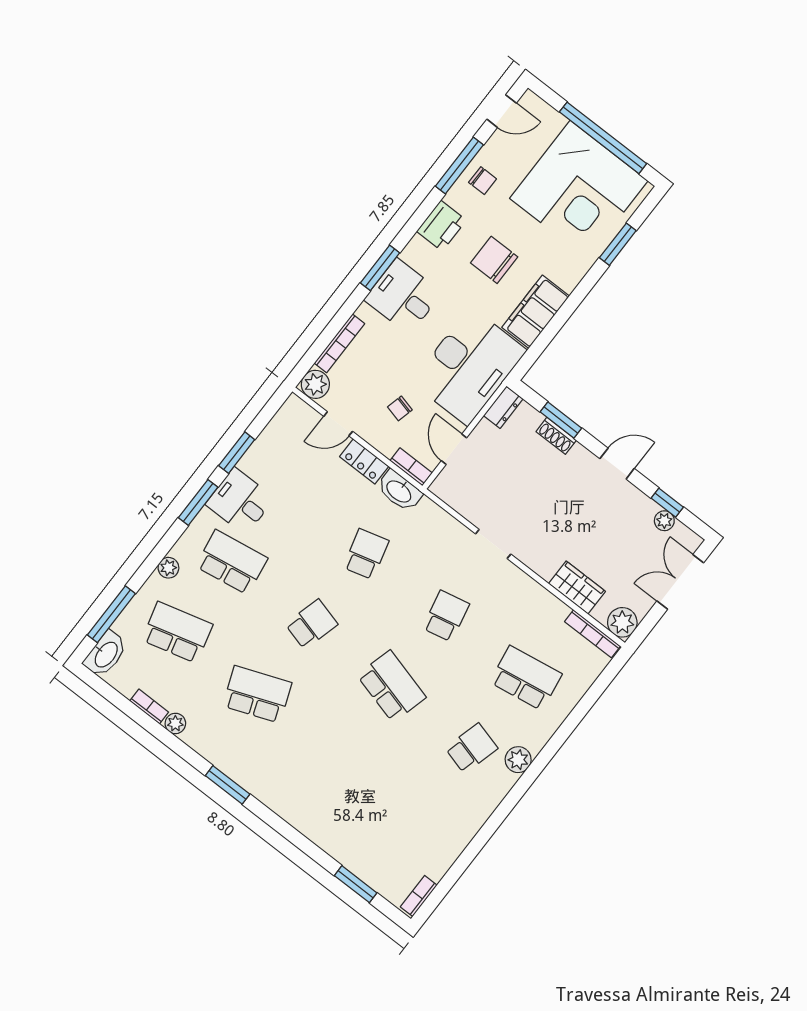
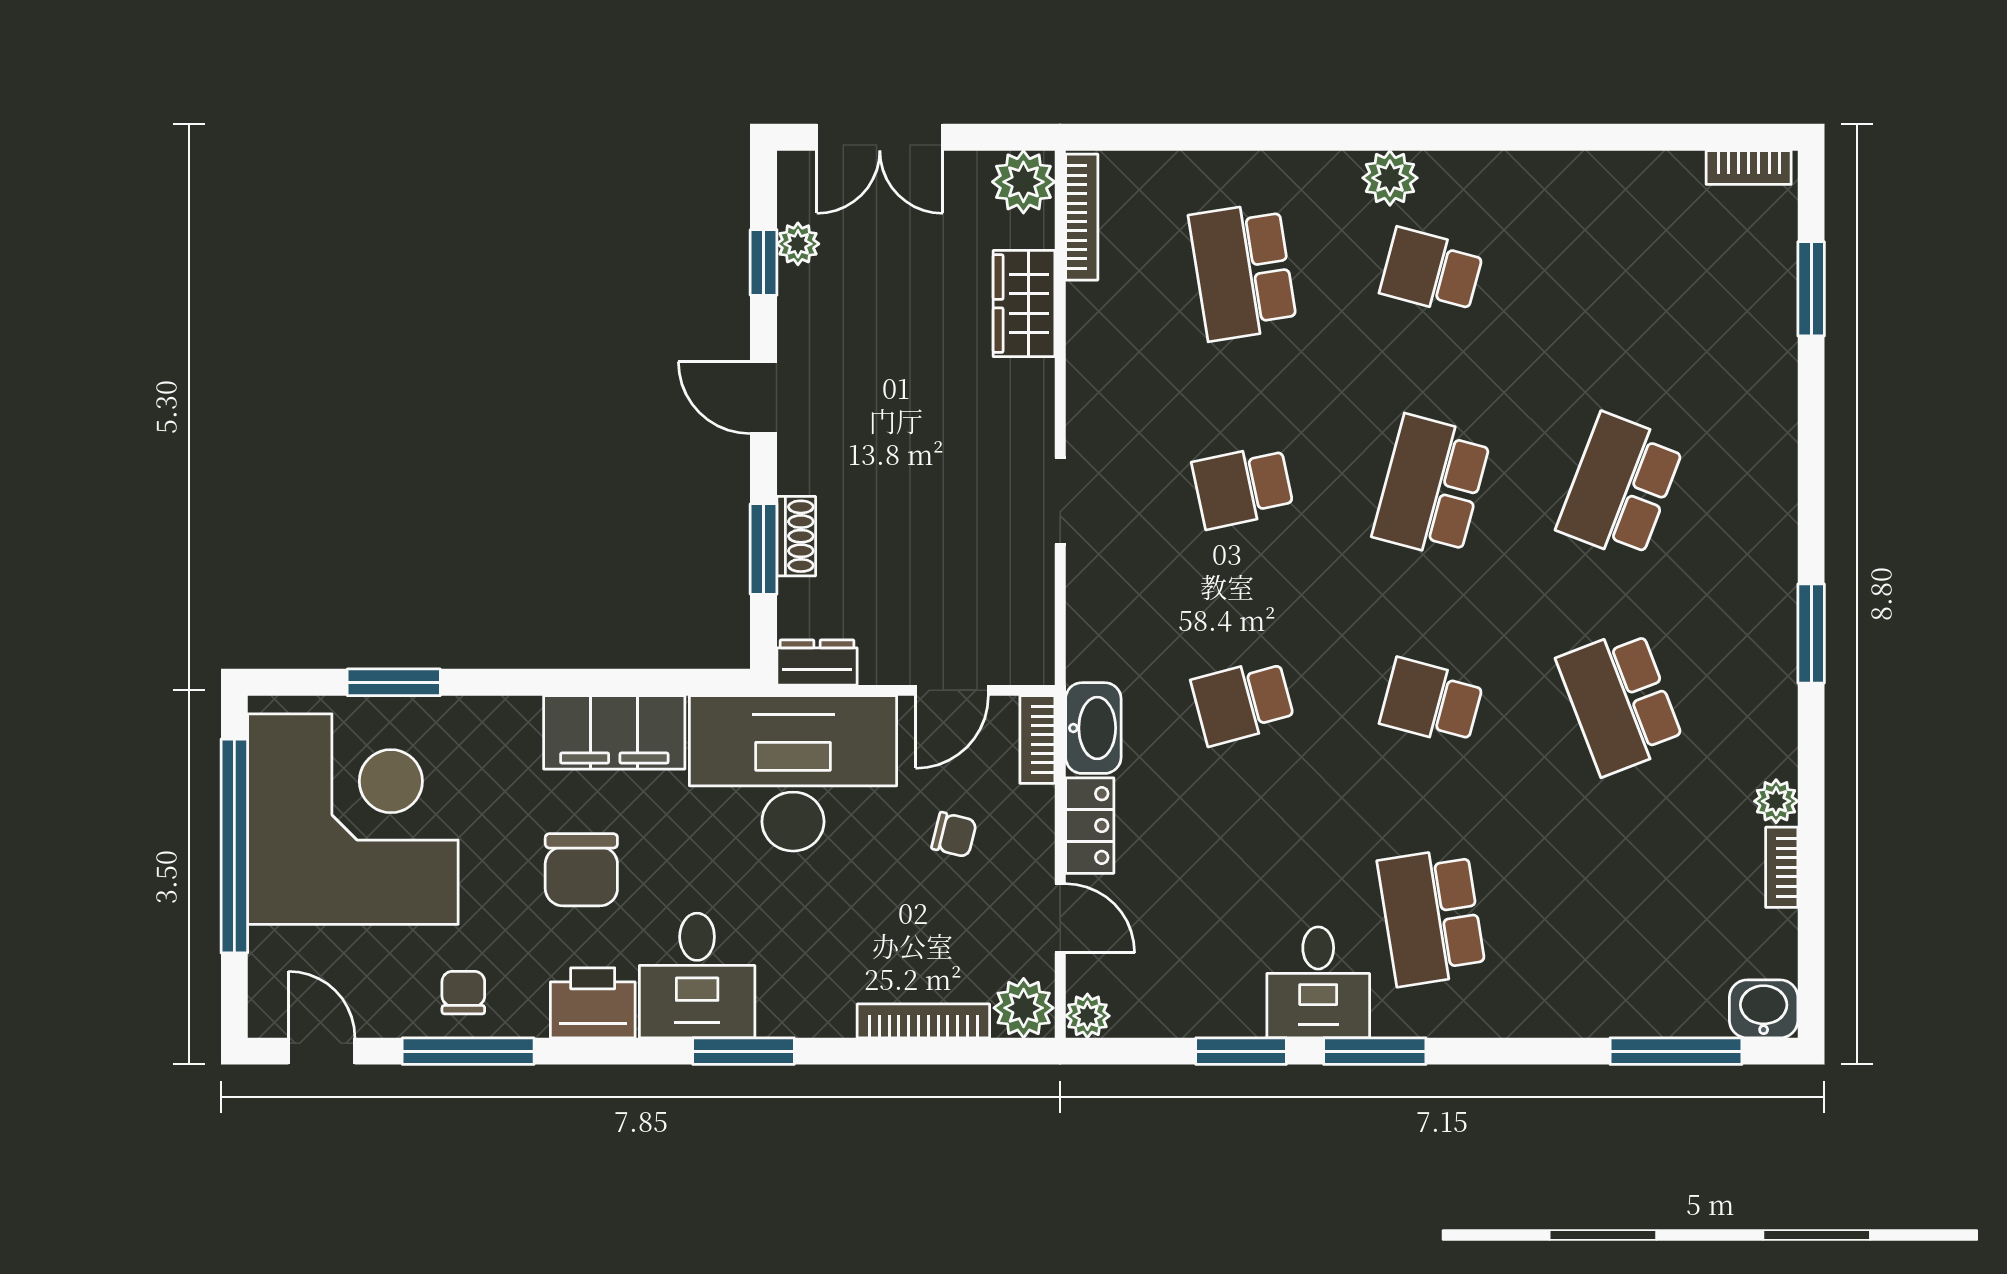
desk: (403, 296) -> (697, 975), moved
plant: (168, 568) -> (1087, 1016), moved
school desk: (177, 632) -> (1620, 487), moved, turned 36
washbasin: (106, 654) -> (1764, 1009), width x0.72

